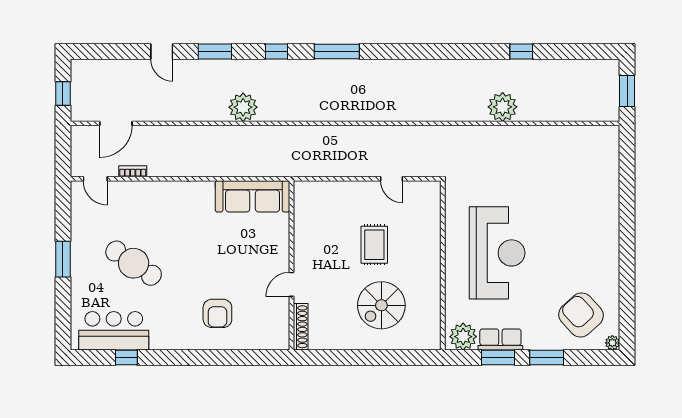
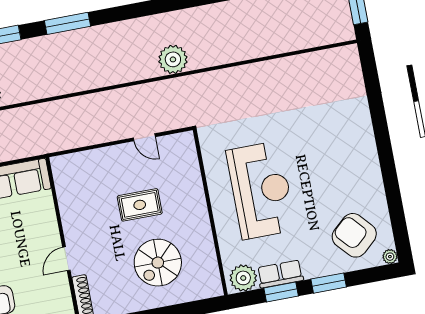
plant: (503, 107) -> (173, 59), moved
rug: (374, 245) -> (140, 205), turned 90

